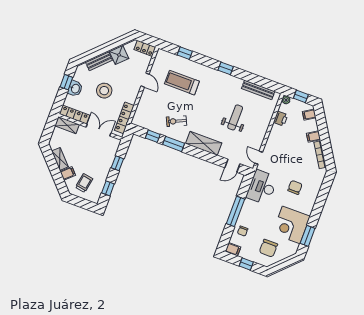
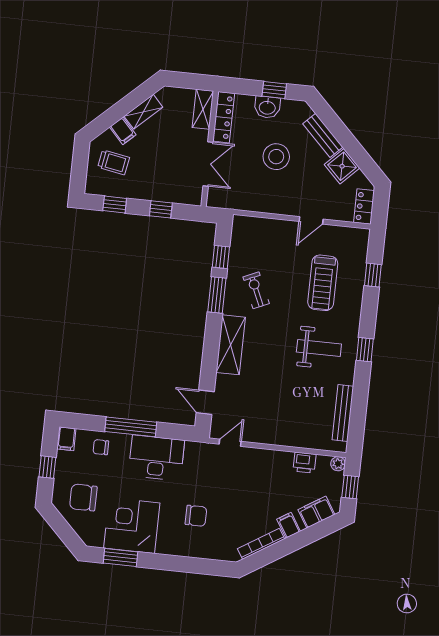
treadmill: (182, 83) -> (323, 283), turned 180
filing cabinet: (309, 115) -> (316, 512), width x2.00
weight bench: (235, 117) -> (319, 348), moved
locker: (124, 118) -> (239, 202), removed
desk: (262, 187) -> (156, 458), moved

